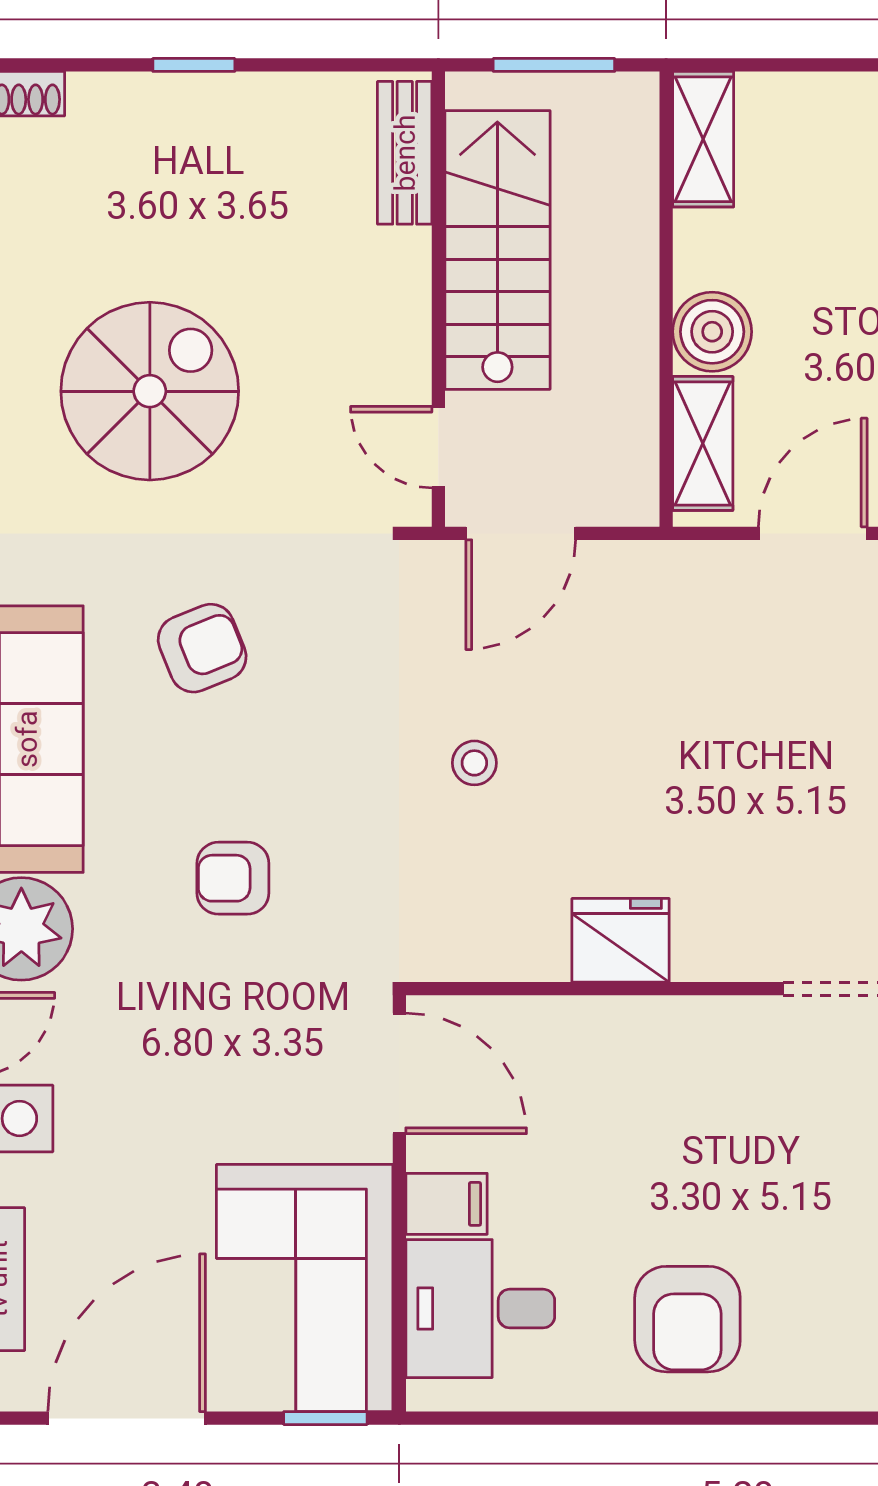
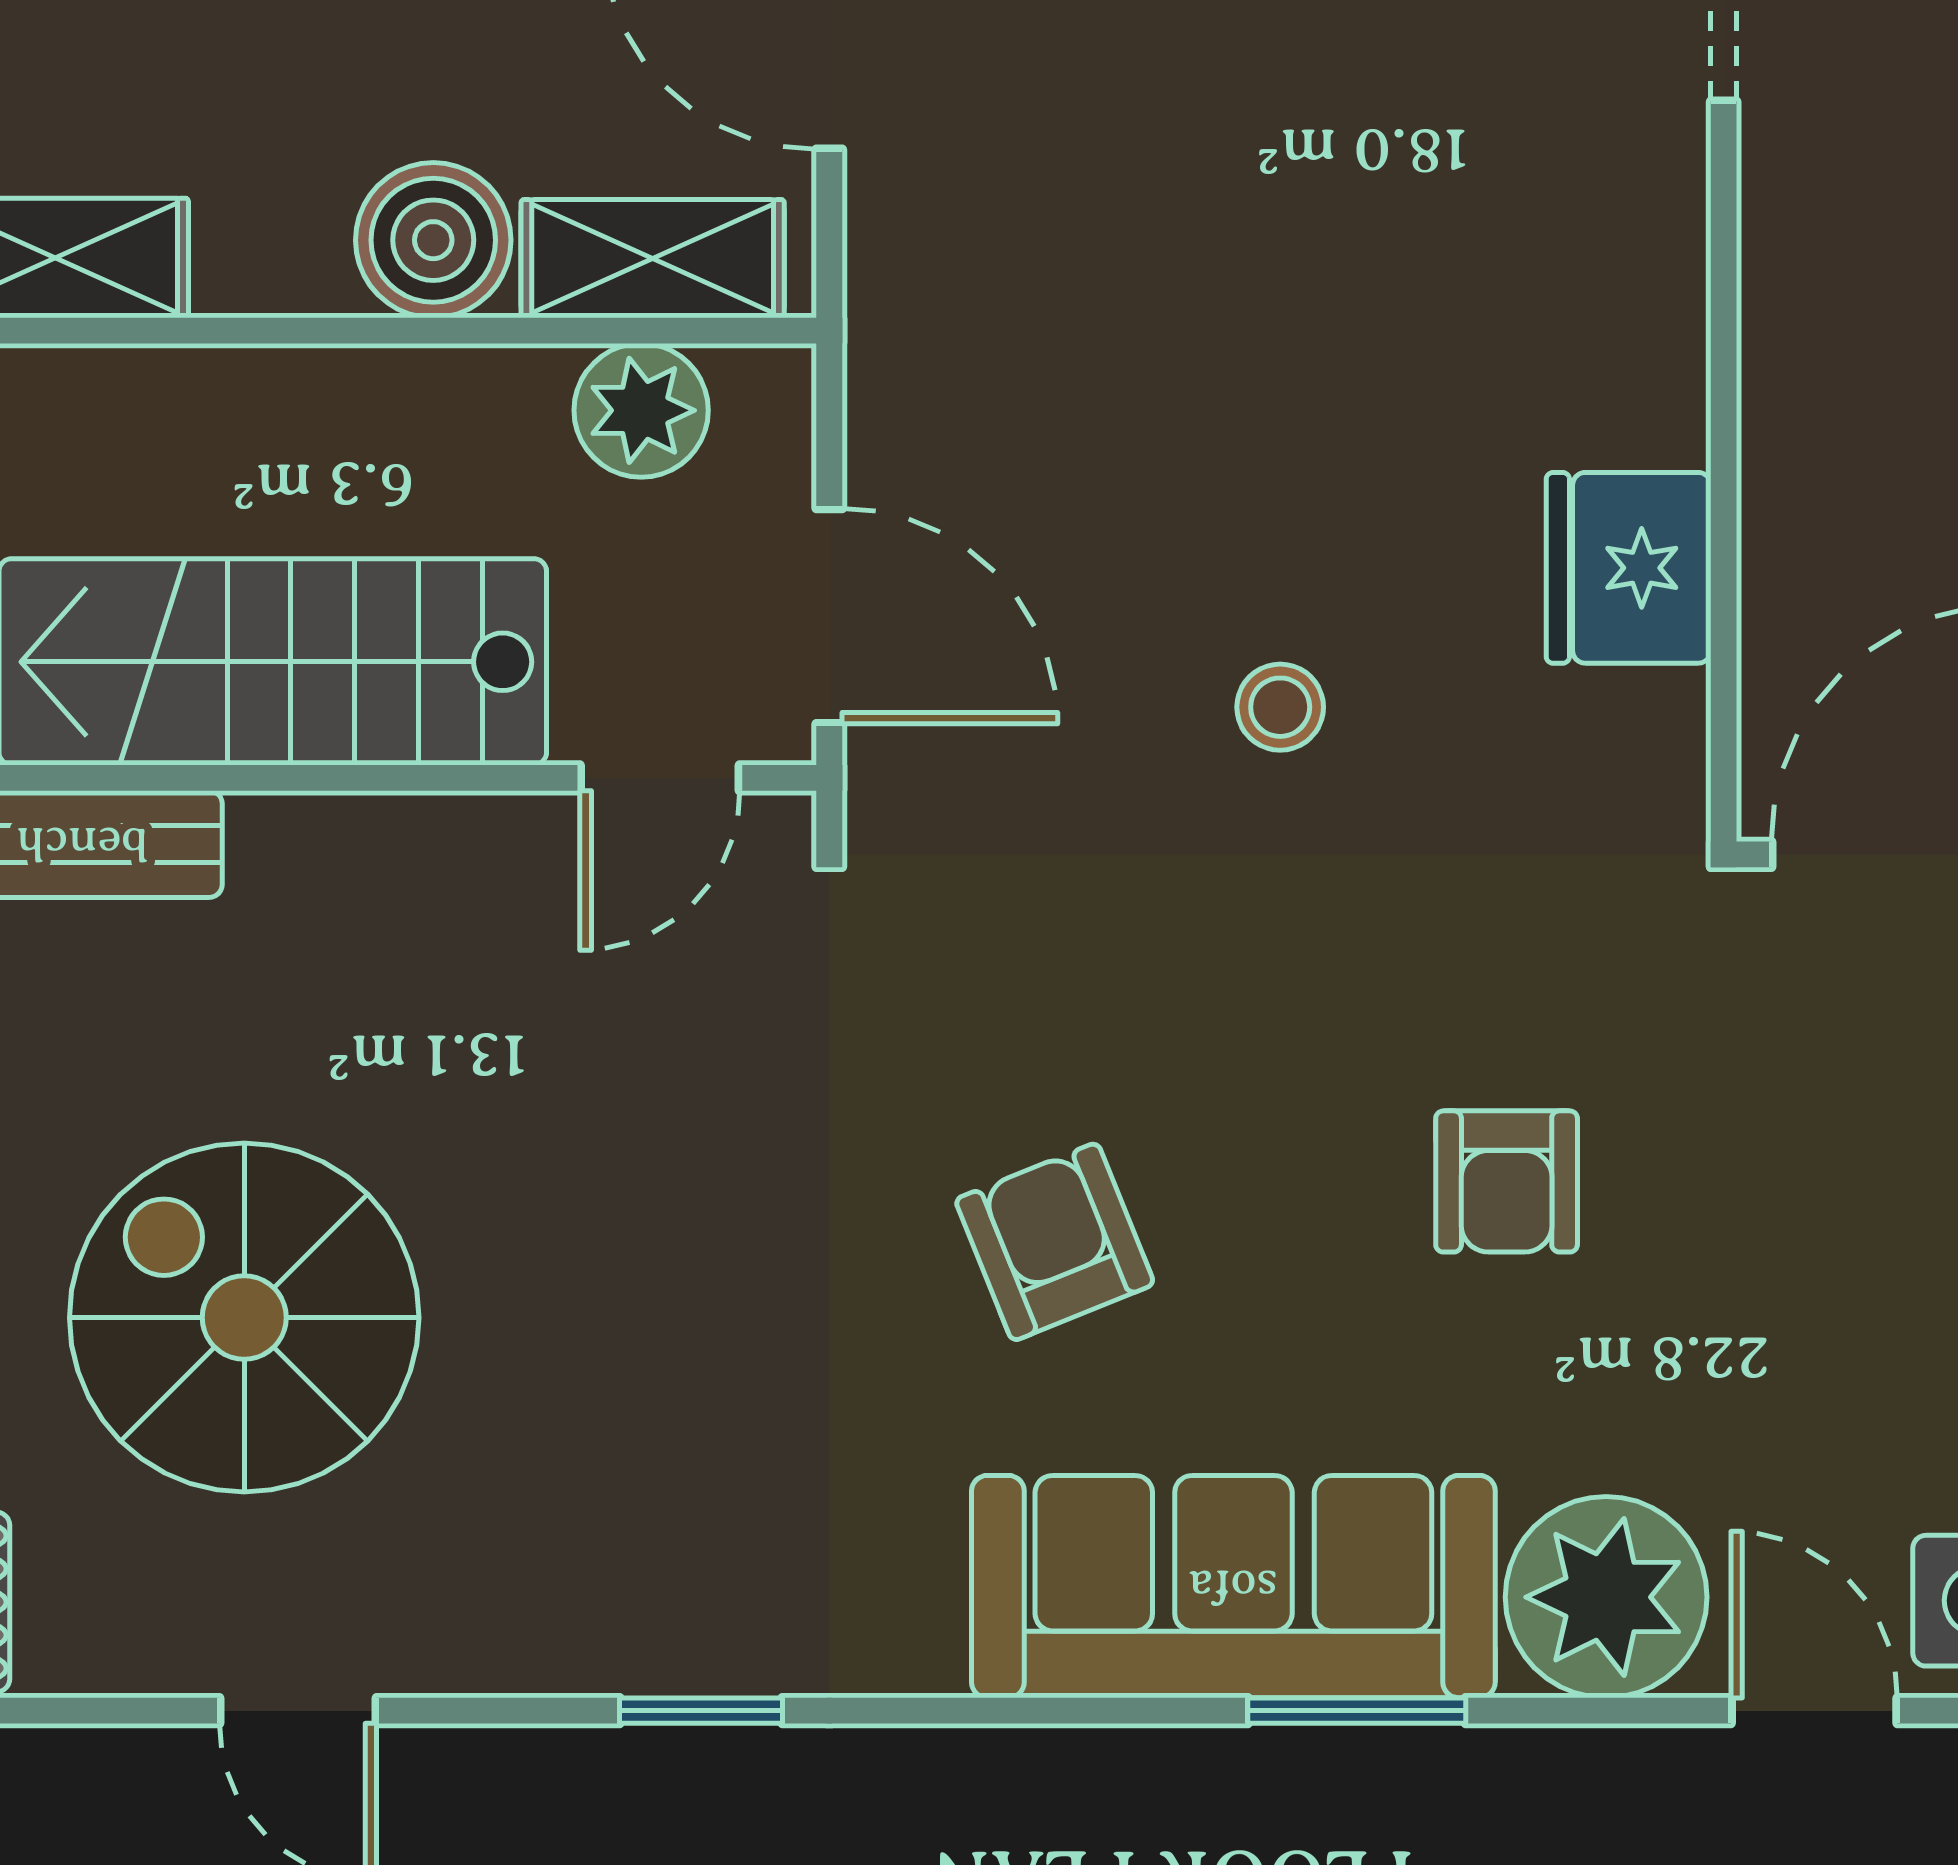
spiral stairs: (150, 391) -> (244, 1318), moved
plant: (625, 438) -> (641, 410), added
fridge: (621, 940) -> (1629, 568), moved

